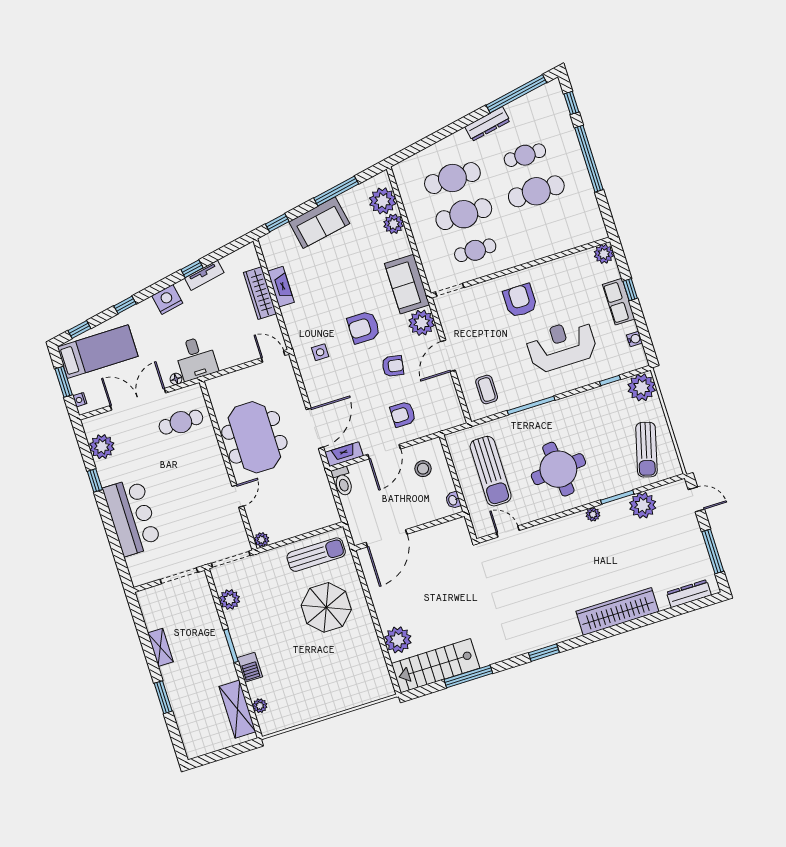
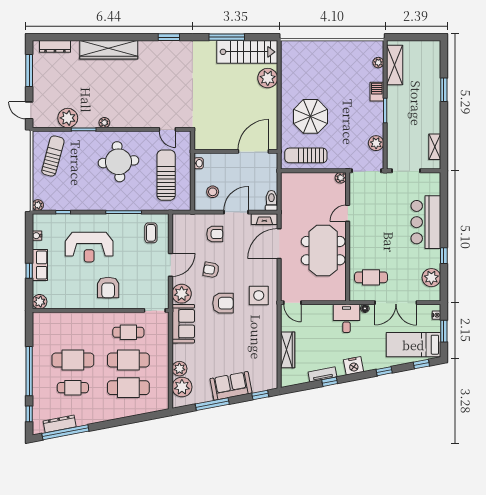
dresser: (487, 124) -> (60, 424), moved
fireplace: (281, 287) -> (272, 350), removed
side table: (320, 352) -> (259, 295), width x1.87, depth x1.87
plant: (642, 387) -> (38, 205), width x0.53, depth x0.53
shelving: (160, 647) -> (435, 147), moved

